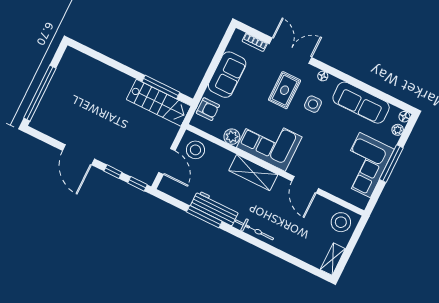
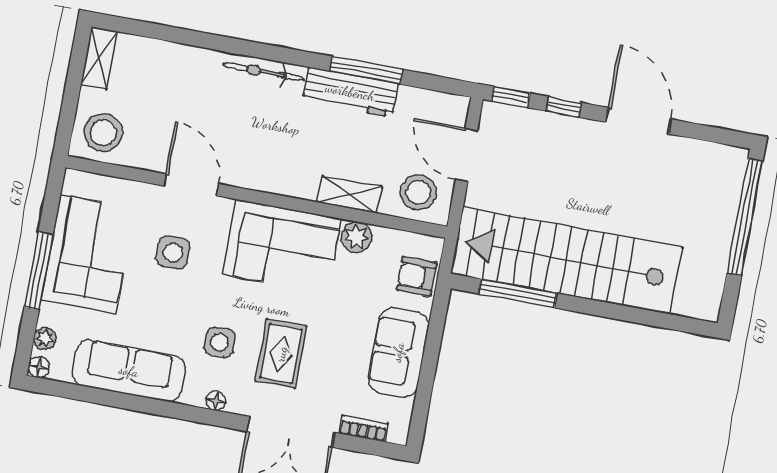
stairs: (159, 103) -> (567, 260), width x1.86, depth x1.51
side table: (323, 154) -> (173, 253), added
shelving: (253, 173) -> (350, 195), moved, width x0.67, depth x0.75

